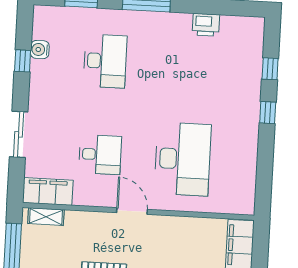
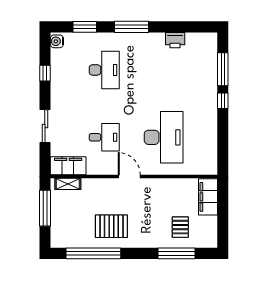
water cooler: (40, 50) -> (57, 41), moved
window: (270, 69) -> (223, 69), width x2.17

